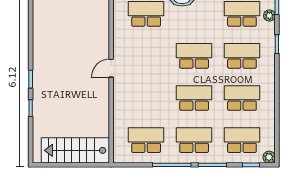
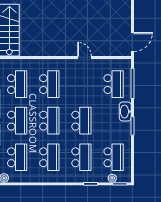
door: (111, 68) -> (85, 57), moved
school desk: (146, 98) -> (49, 84), added

